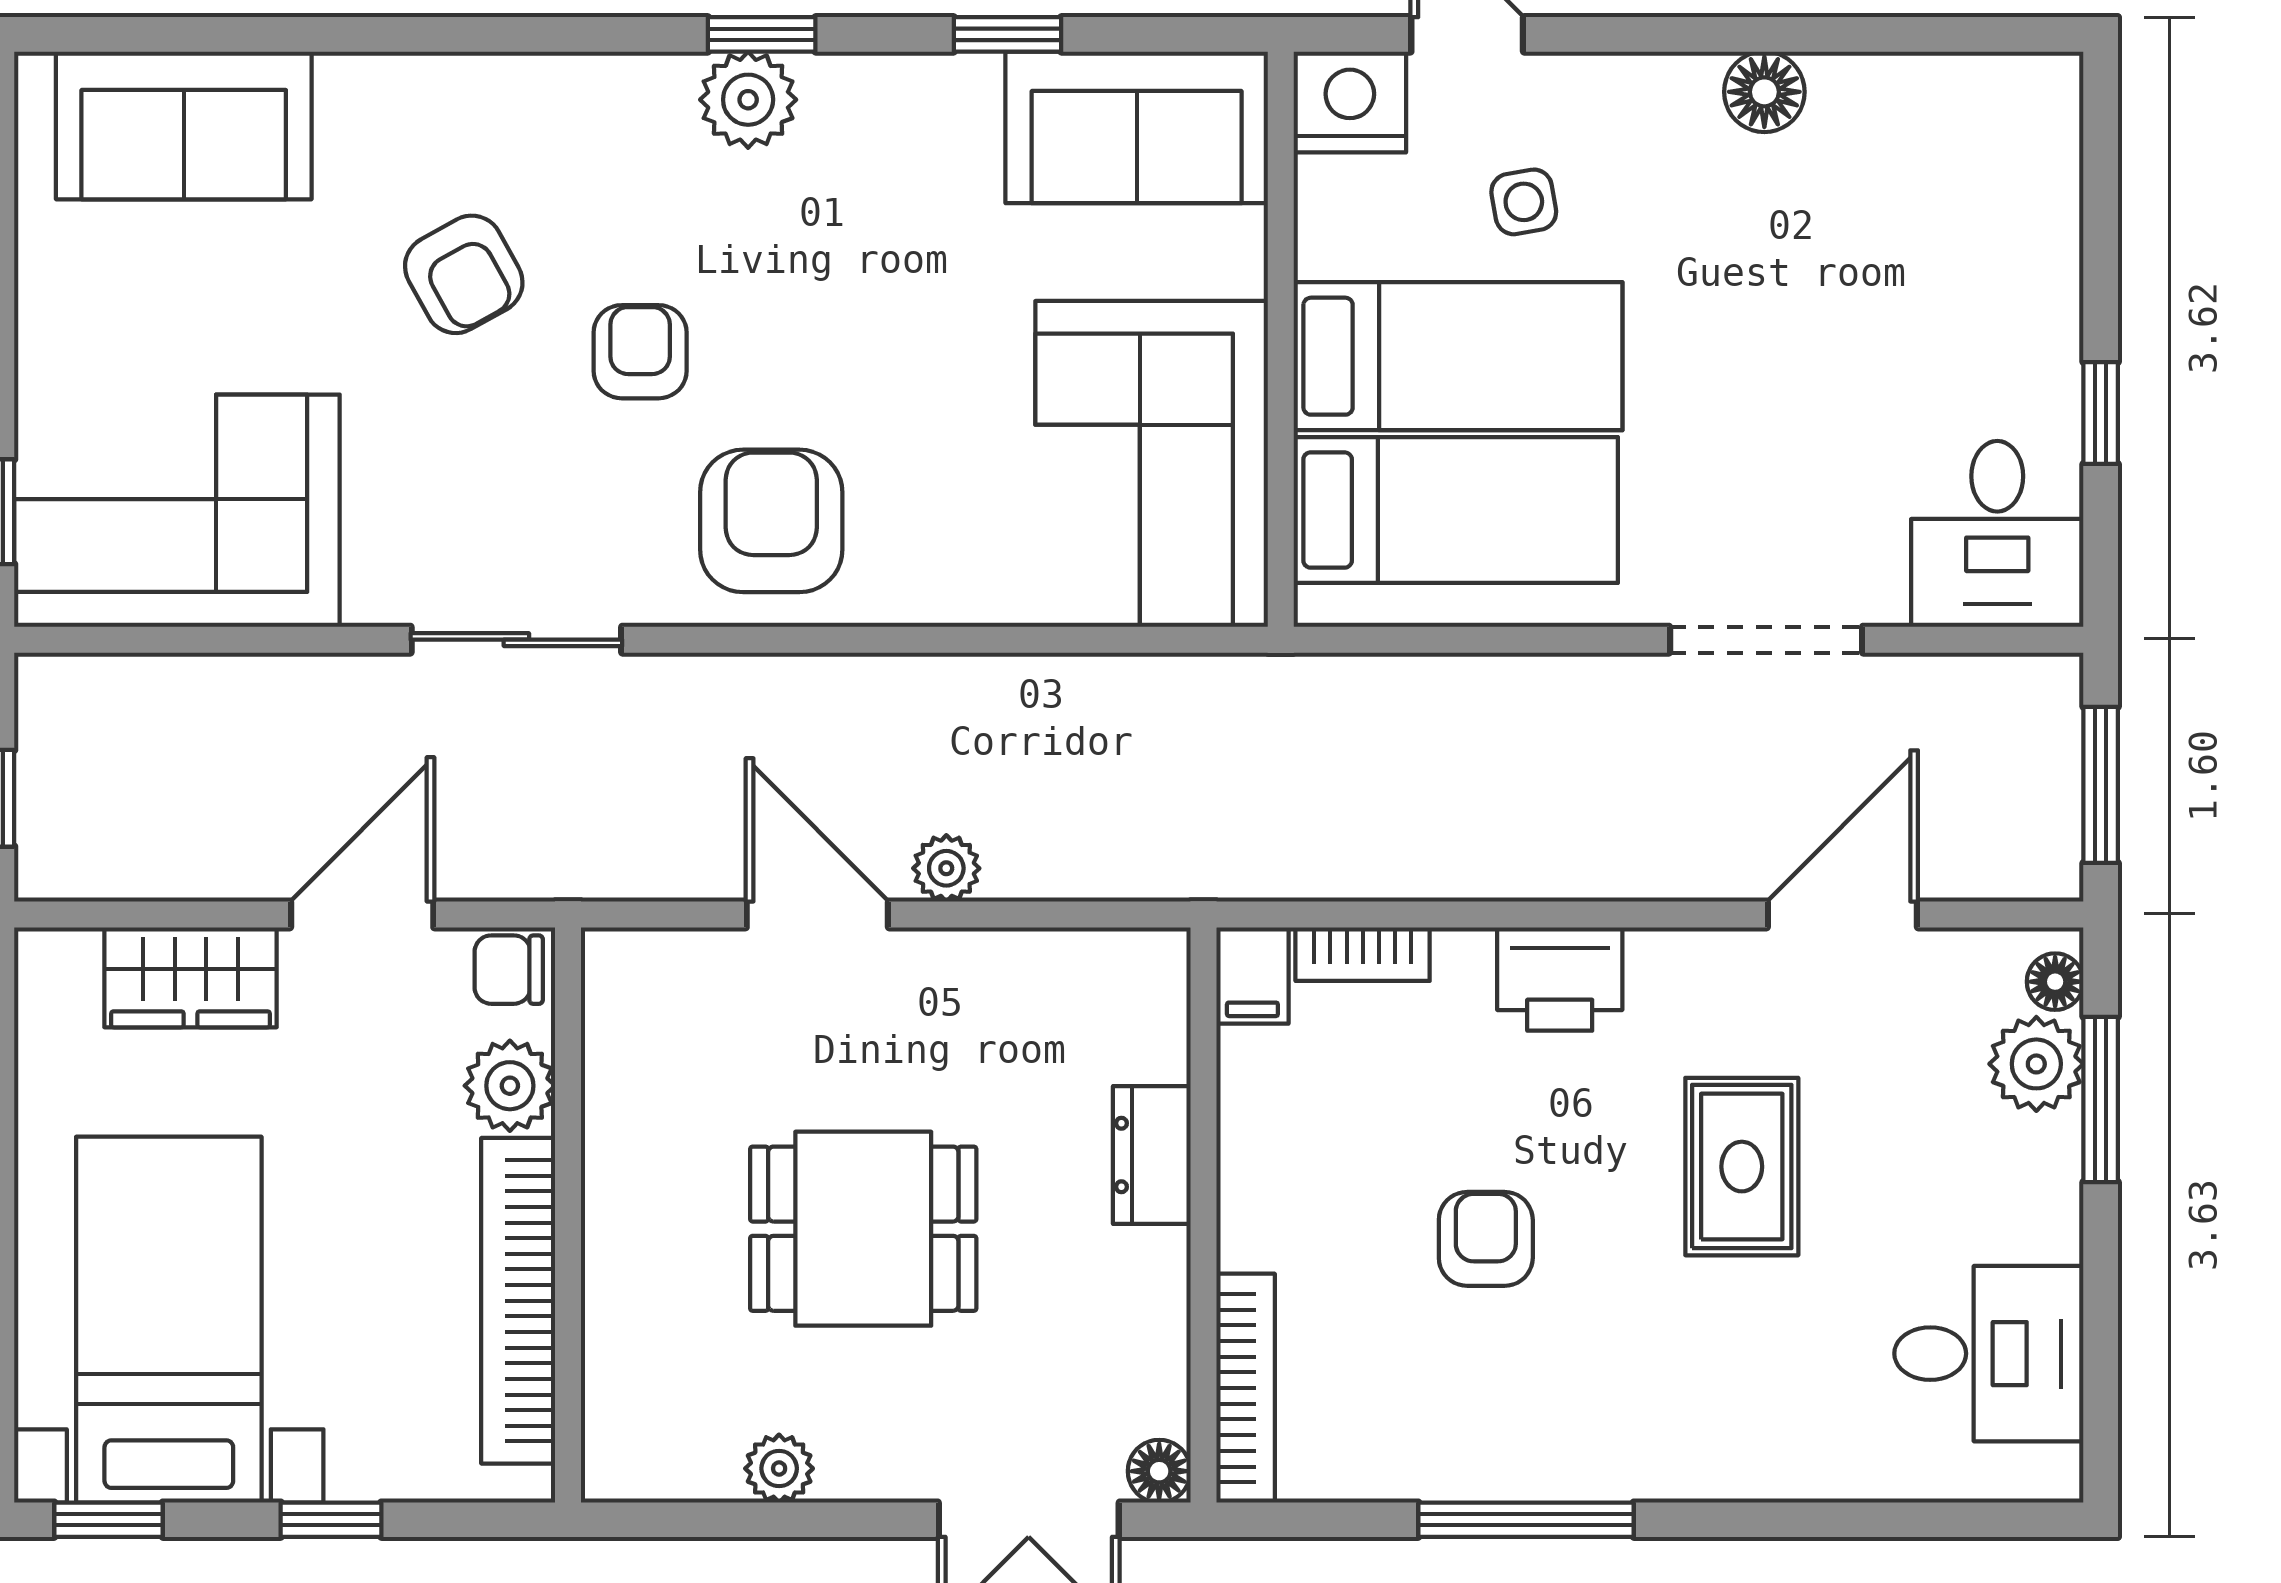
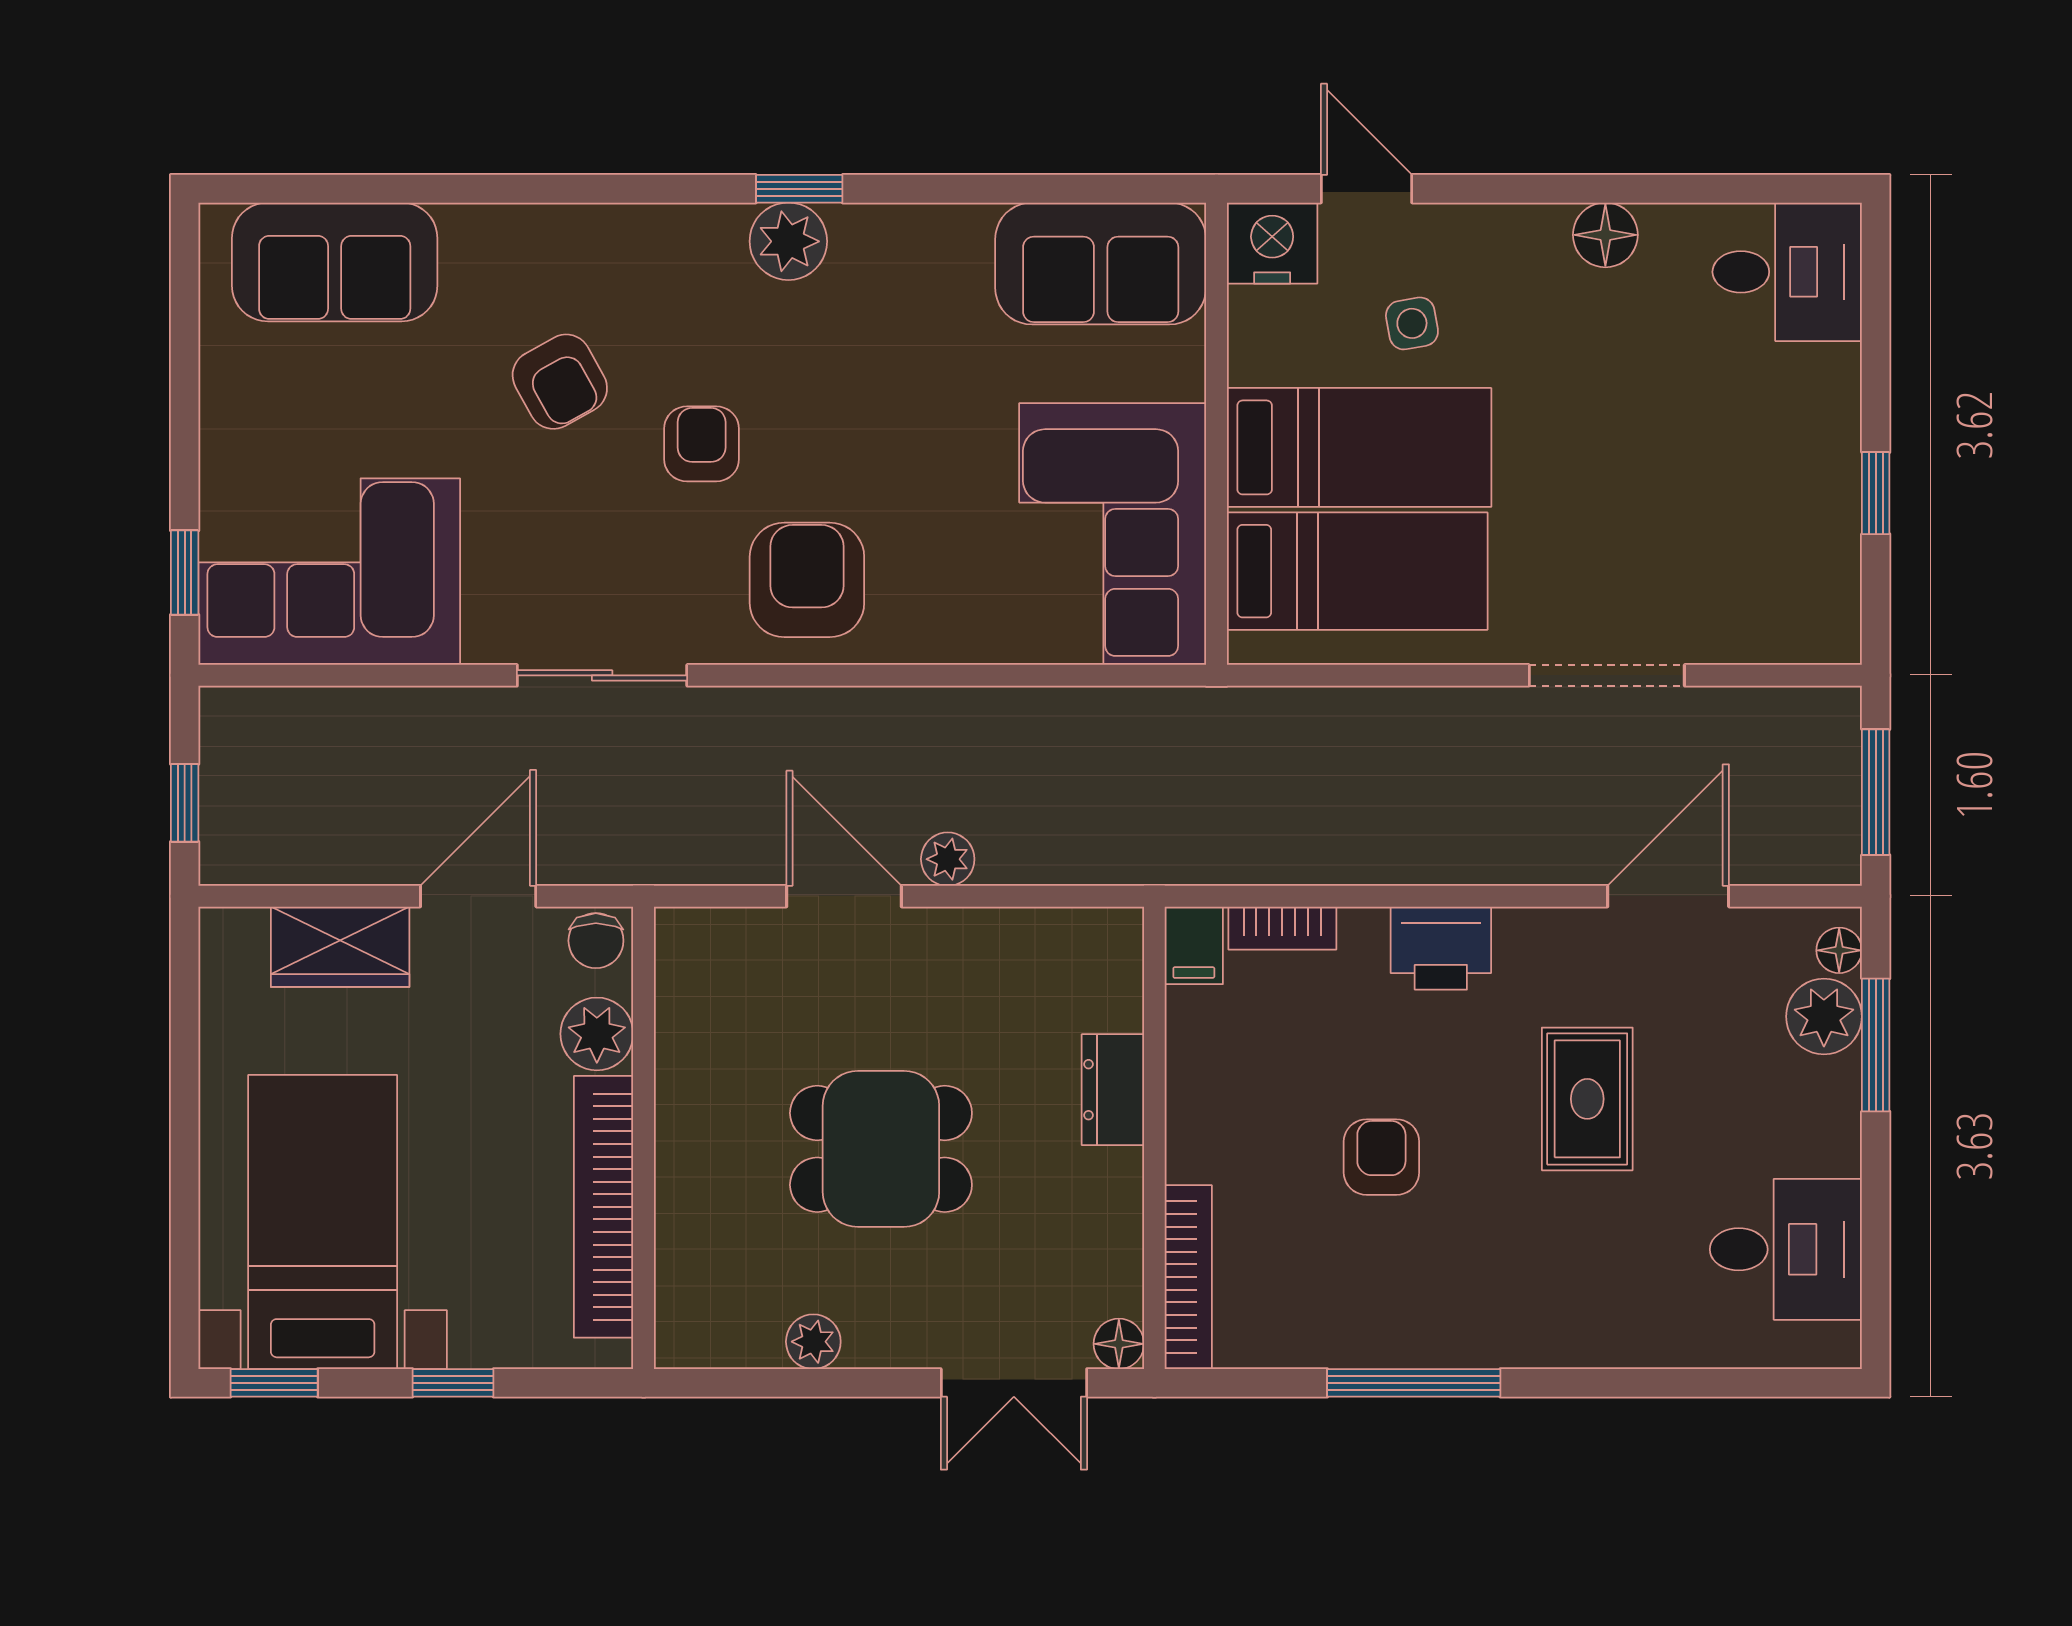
window: (1008, 34) -> (997, 189), removed
desk: (1997, 534) -> (1787, 272), moved, turned -90
chair: (509, 970) -> (596, 941), turned -90

